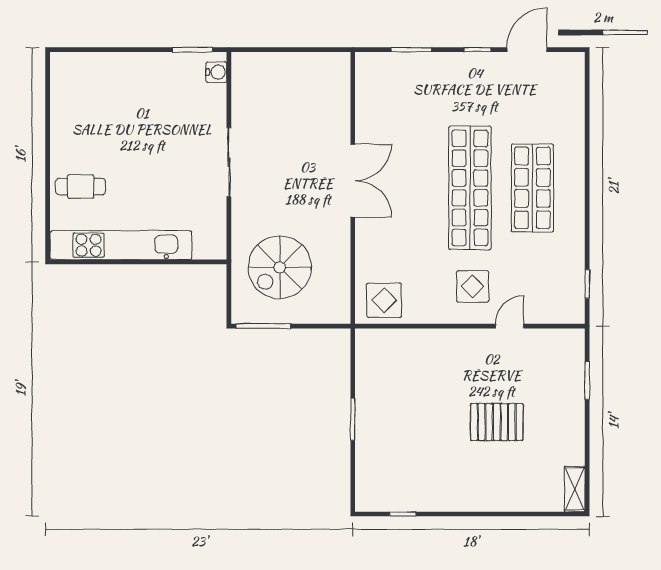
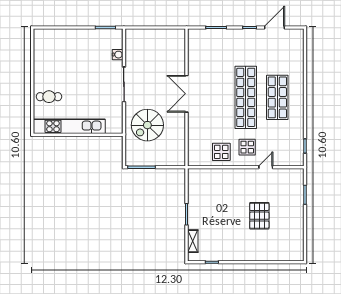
water cooler: (216, 72) -> (118, 55), moved
double door: (353, 181) -> (187, 94), swing flipped
spiral stairs: (280, 267) -> (147, 125), moved
display table: (384, 300) -> (221, 152), moved
pallet: (497, 422) -> (259, 216), turned 90
shelving: (575, 489) -> (193, 241), moved

